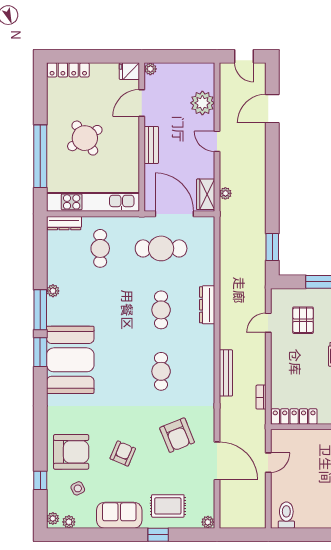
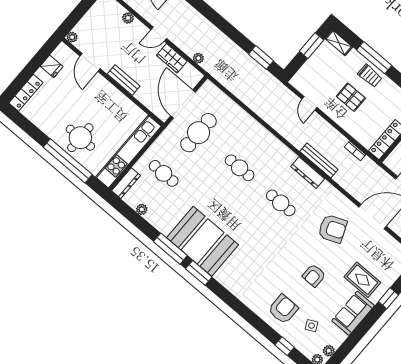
fridge: (129, 71) -> (52, 66), moved, turned -90
plant: (202, 103) -> (128, 18), width x0.53, depth x0.53
round table: (85, 138) -> (80, 138), moved, turned 33
wardrobe: (206, 194) -> (172, 58), moved
door: (174, 214) -> (183, 104), hinge flipped
plant: (53, 291) -> (142, 209), moved
dresser: (207, 305) -> (308, 173), moved
pallet: (303, 320) -> (351, 97), moved
booth: (70, 360) -> (203, 241), moved
armchair: (71, 452) -> (283, 309), width x0.73, depth x0.73
armchair: (123, 454) -> (314, 276), turned -113
rug: (168, 506) -> (362, 280), moved, turned 90

